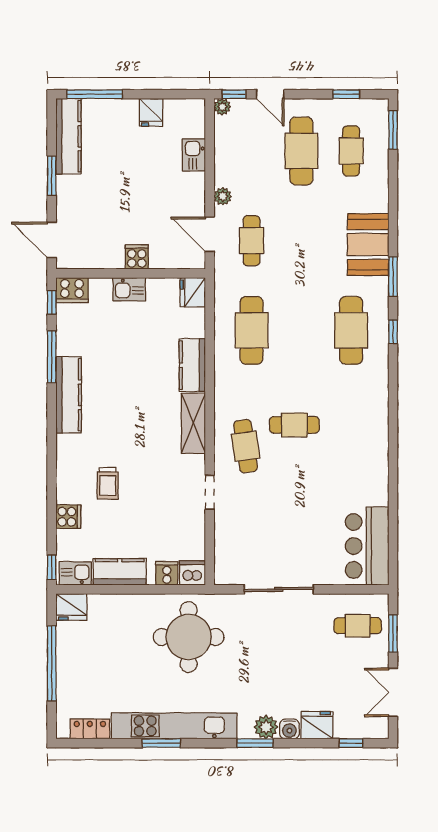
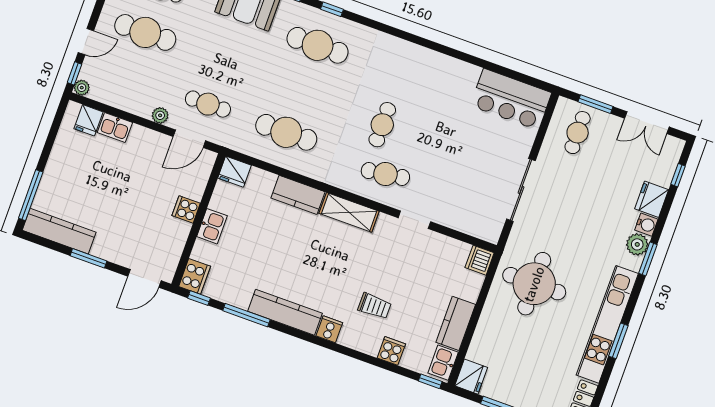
fridge: (151, 112) -> (89, 120), moved, turned 90
cooker: (167, 573) -> (329, 329), moved, turned 90

